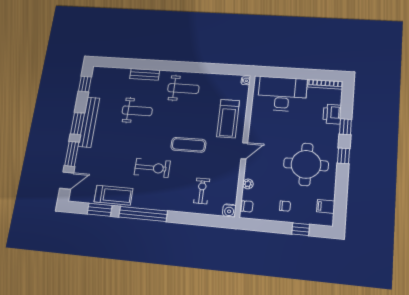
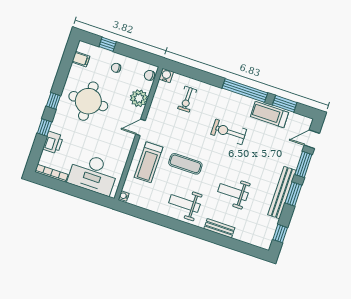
treadmill: (228, 119) -> (149, 162), turned 180
exercise mat: (188, 145) -> (185, 164), moved
plant: (248, 184) -> (139, 98), width x1.88, depth x1.88

